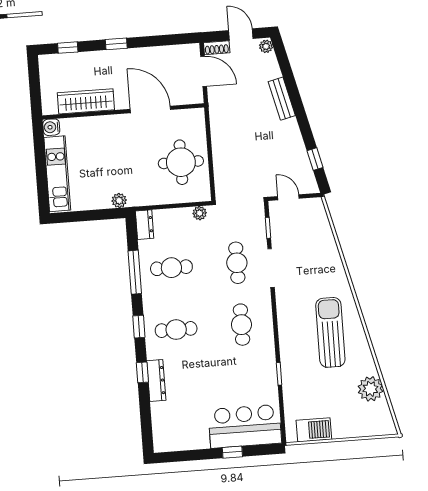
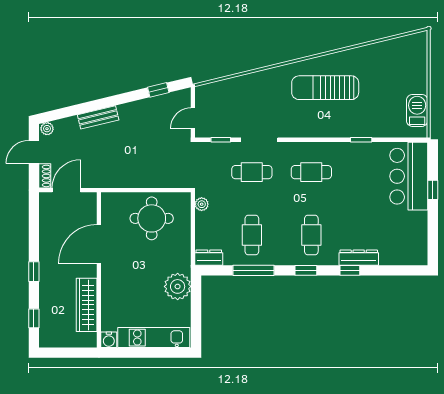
plant: (119, 200) -> (178, 286), width x1.87, depth x1.87
plant: (370, 389) -> (382, 53), removed

